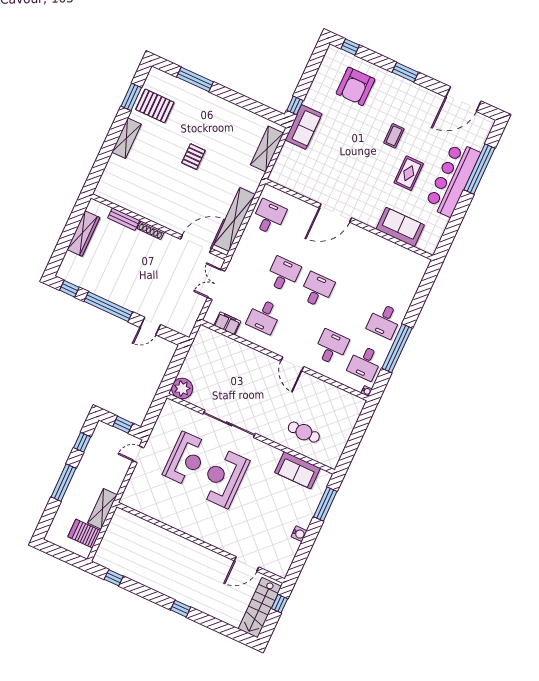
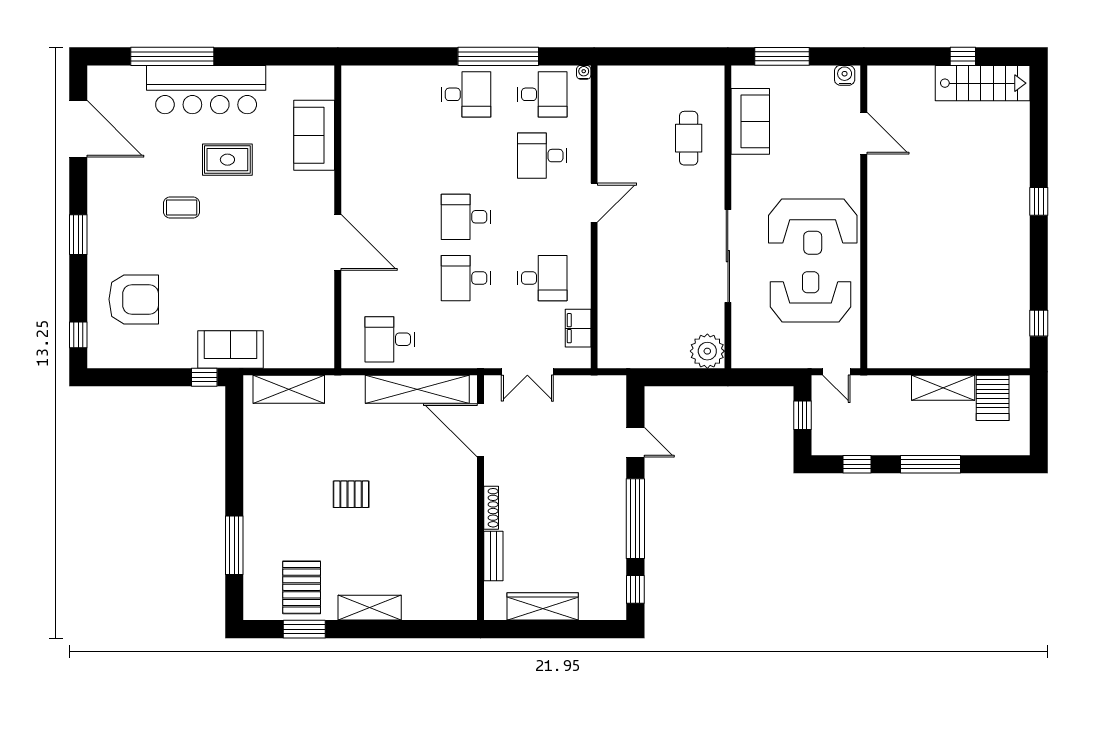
wall: (201, 543) -> (864, 217), moved
door: (247, 564) -> (864, 133), moved

